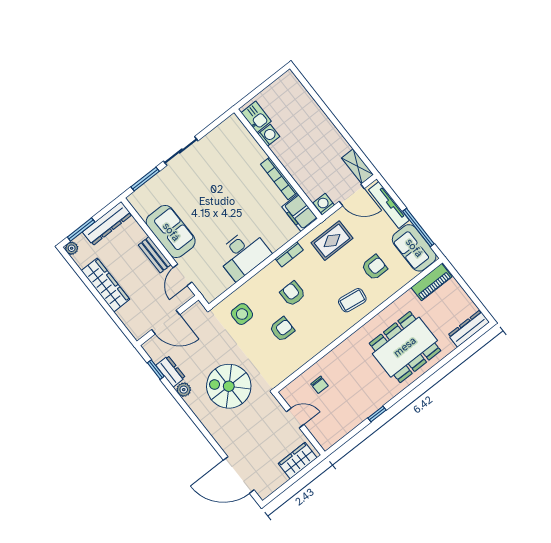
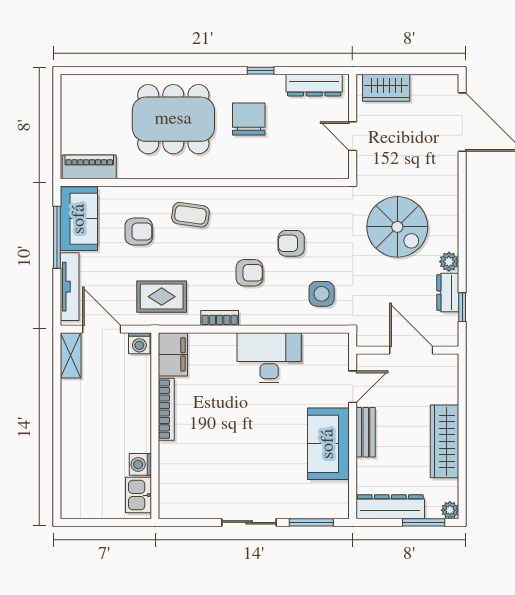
armchair: (374, 267) -> (139, 231), turned 180
armchair: (293, 294) -> (249, 273), turned -90
dresser: (469, 328) -> (314, 85), moved
chair: (319, 385) -> (249, 119), moved, width x1.87, depth x1.87

